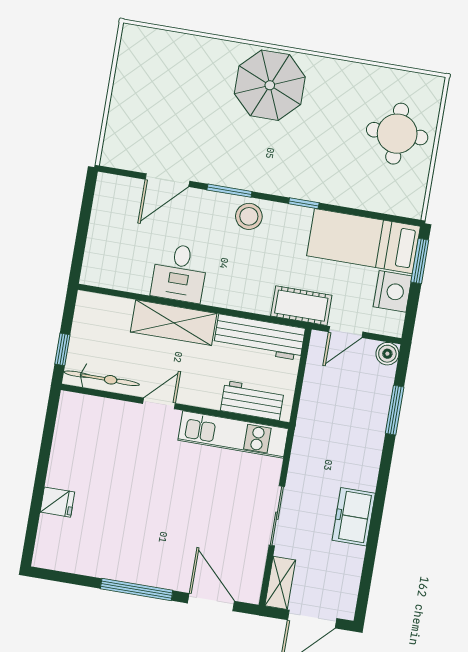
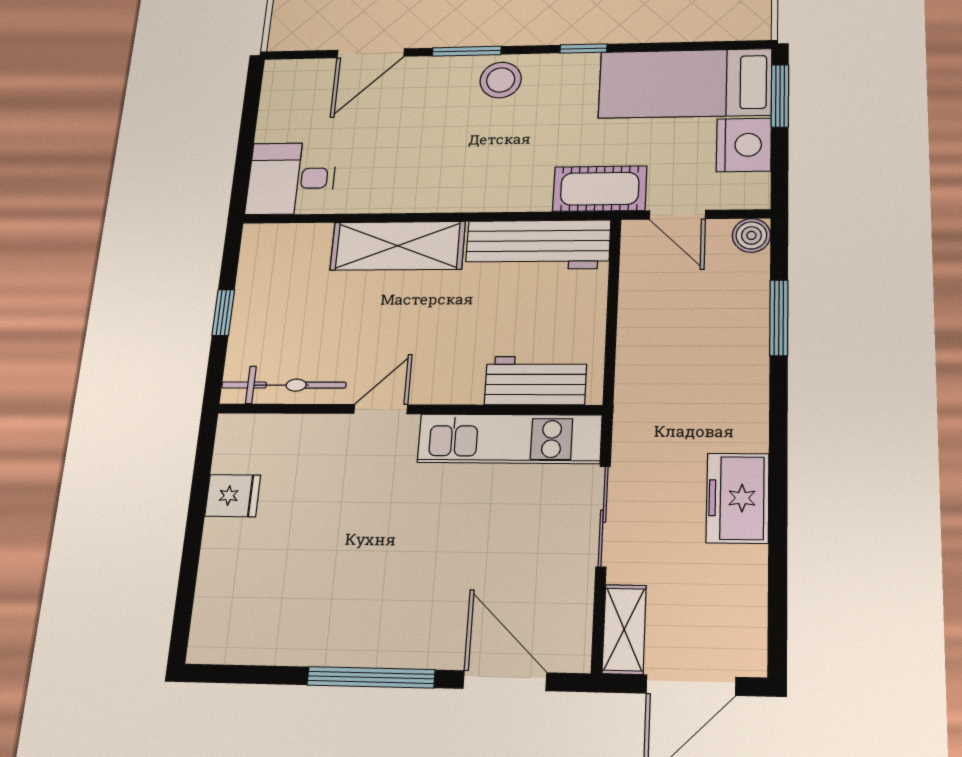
desk: (179, 273) -> (291, 178), moved, turned 90
door: (346, 332) -> (677, 215), hinge flipped
bicycle: (102, 378) -> (284, 385), moved
workbench: (252, 400) -> (536, 381), moved
door: (159, 403) -> (381, 409), moved
wall: (175, 406) -> (408, 409), moved
kitchen unit: (233, 434) -> (510, 439), moved
fridge: (57, 502) -> (233, 496), moved

